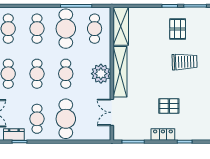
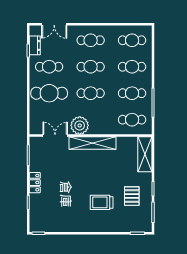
shelving: (121, 26) -> (145, 154), moved, turned 90
cafe table: (66, 29) -> (132, 93), width x0.73, depth x0.74
pallet: (178, 29) -> (132, 196), turned 90
trolley: (185, 62) -> (102, 202), turned 92
plant: (101, 74) -> (80, 125), moved
pallet: (169, 106) -> (61, 188), removed

